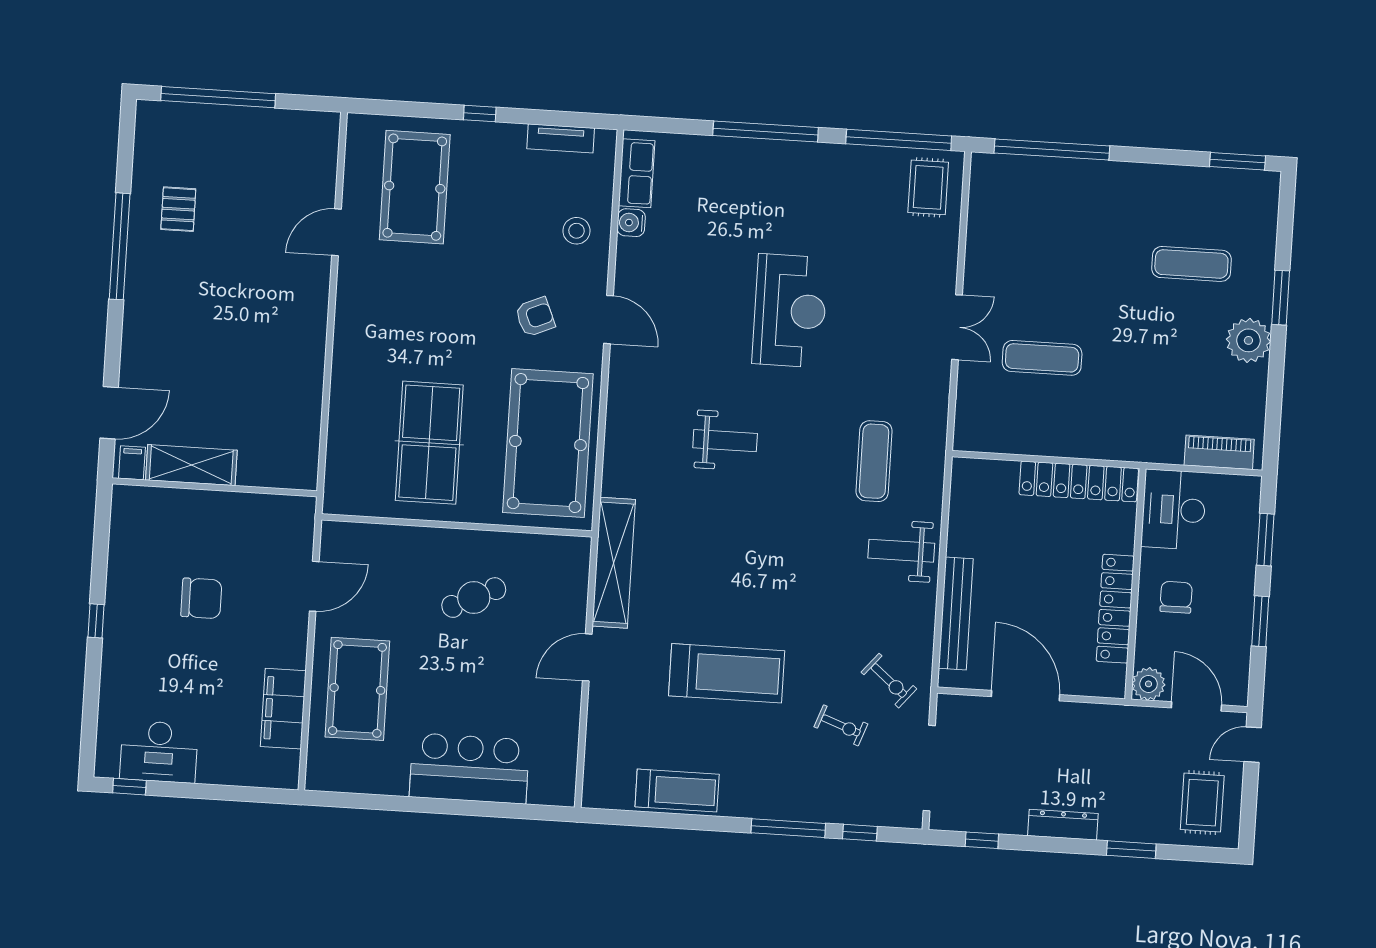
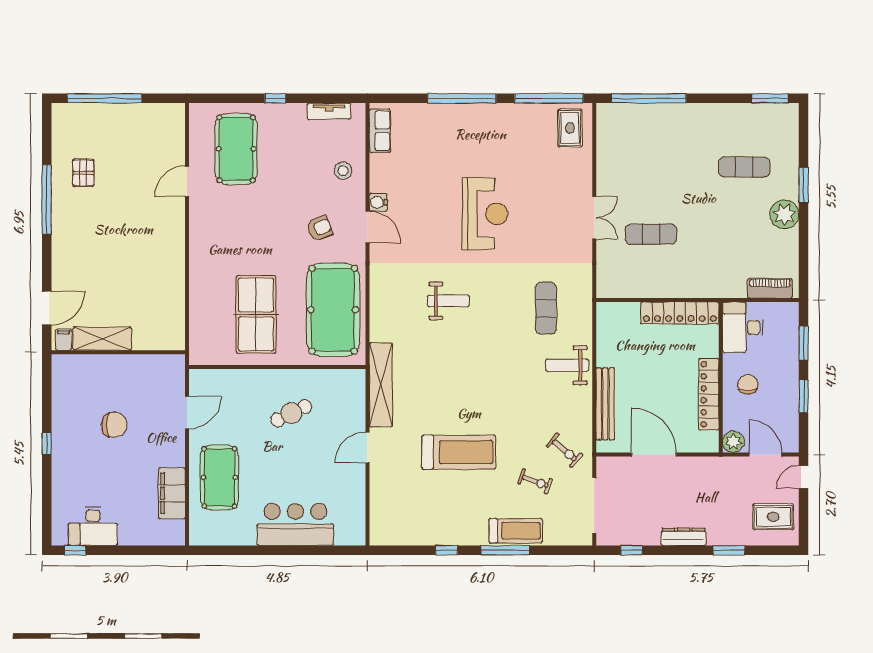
water cooler: (631, 223) -> (378, 202), moved
treadmill: (677, 791) -> (516, 531), moved
rug: (1202, 803) -> (773, 517), turned 90
window: (860, 833) -> (447, 550), moved

